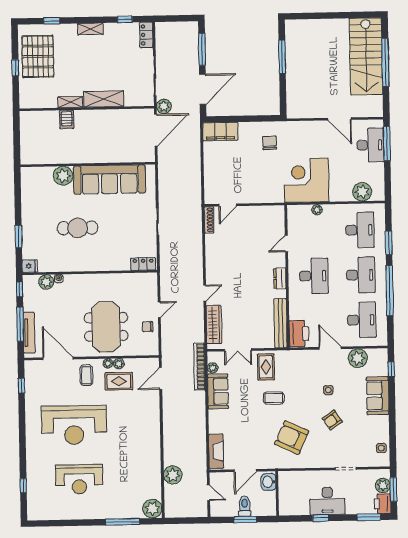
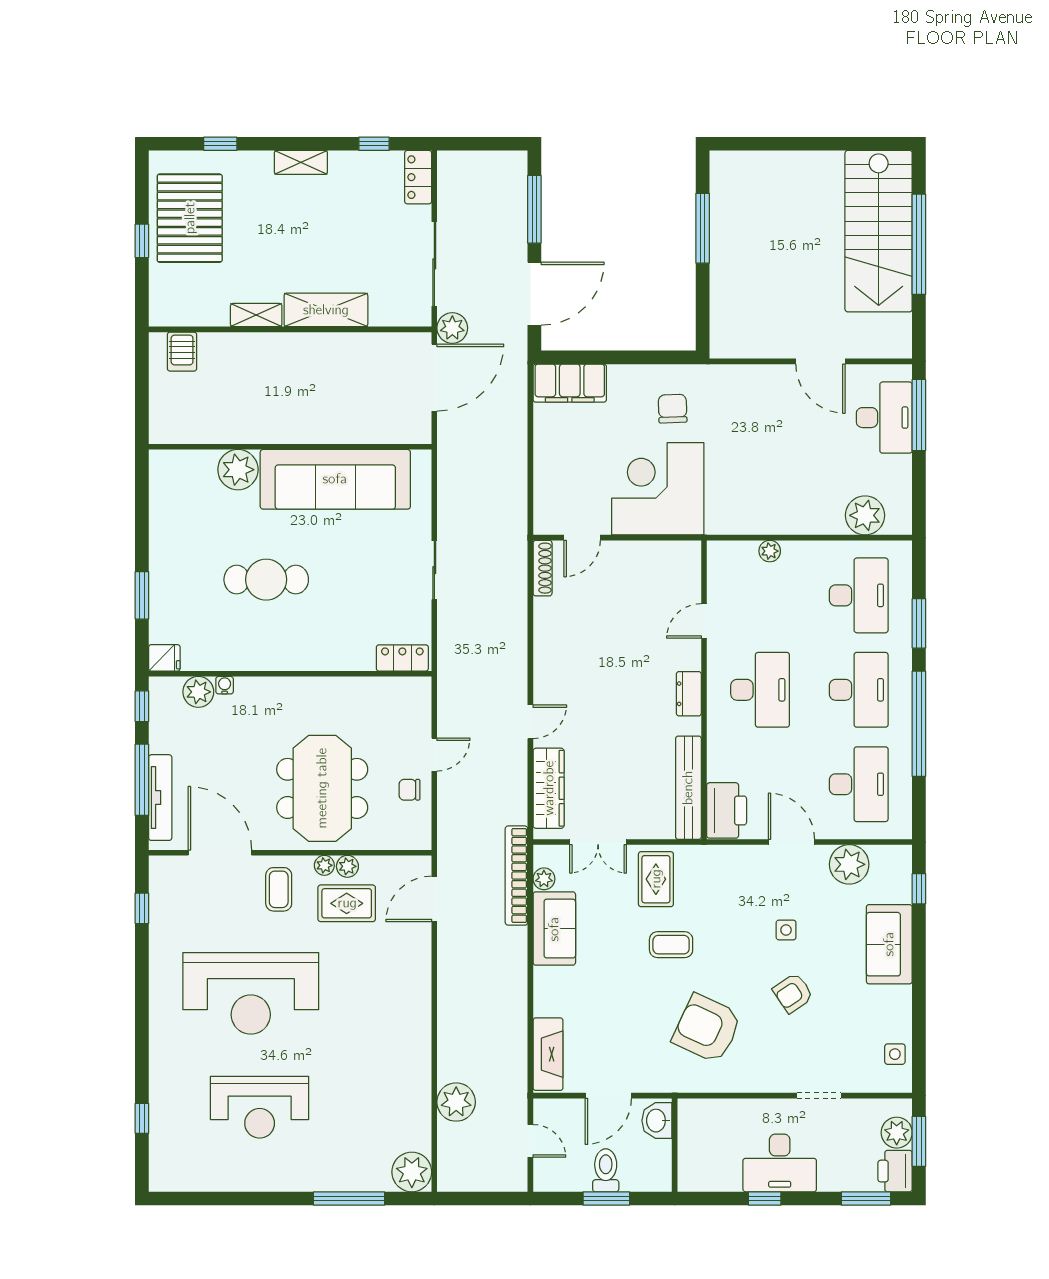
server rack: (67, 119) -> (182, 352), moved
corner desk: (306, 180) -> (658, 489), moved

